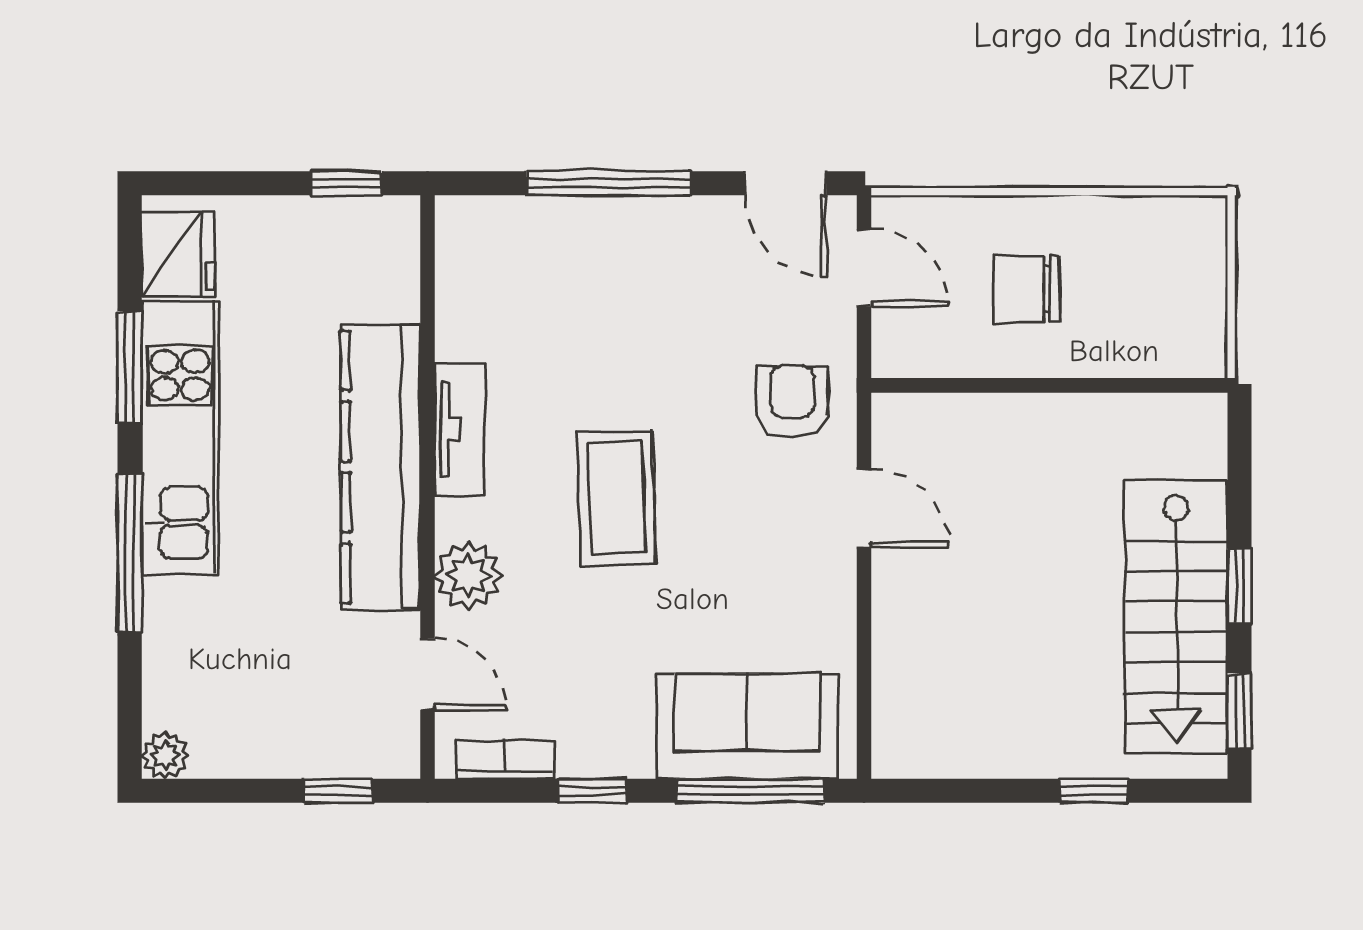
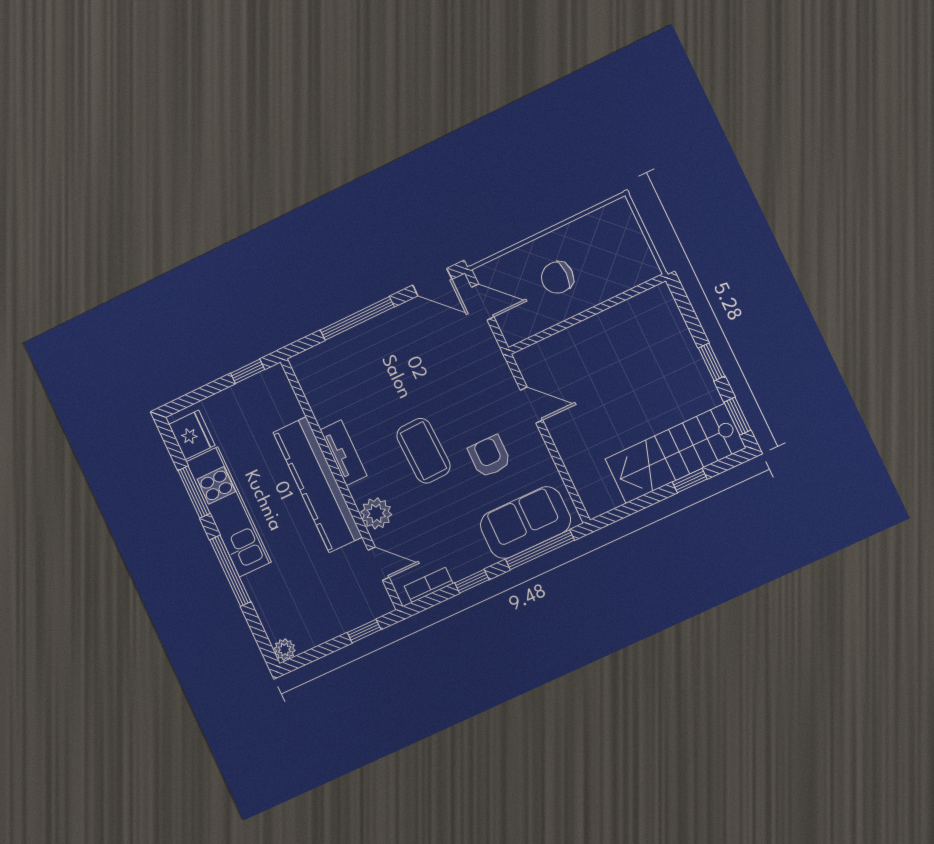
armchair: (792, 402) -> (489, 456), moved
stairs: (1176, 617) -> (675, 454), moved, turned 90

